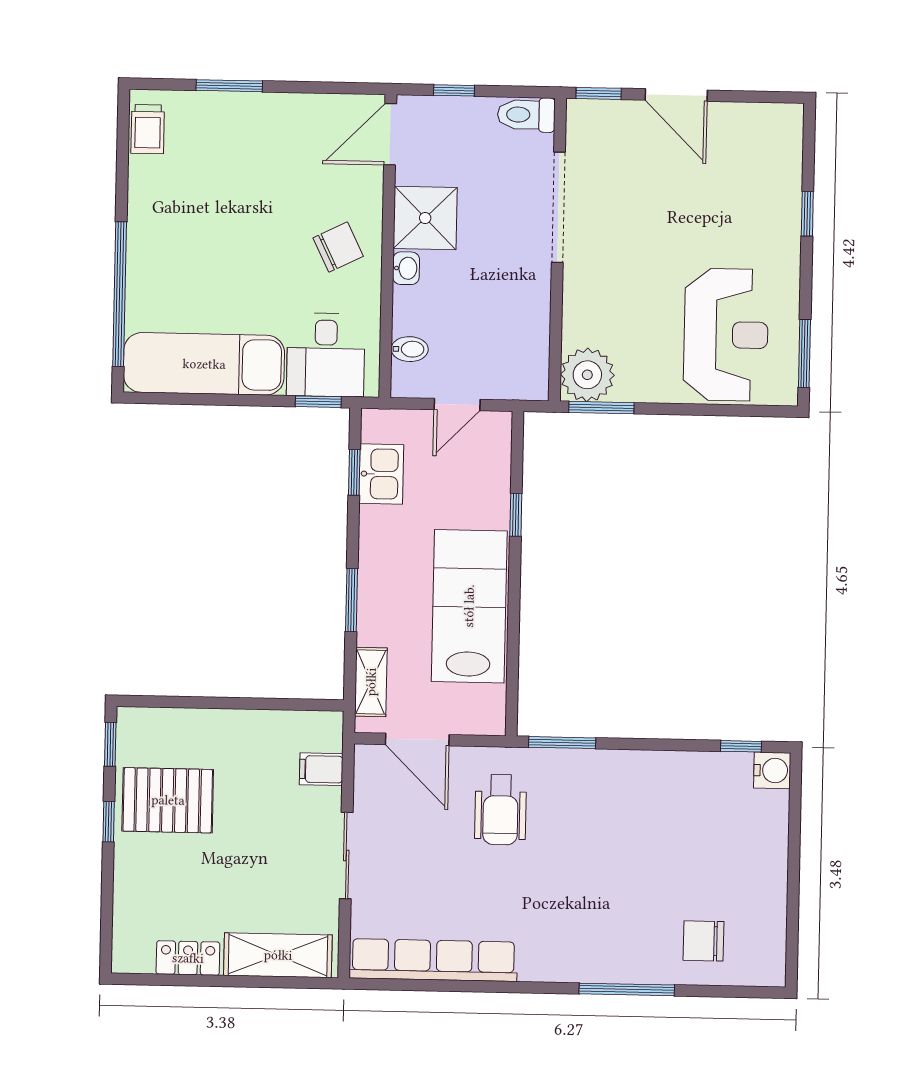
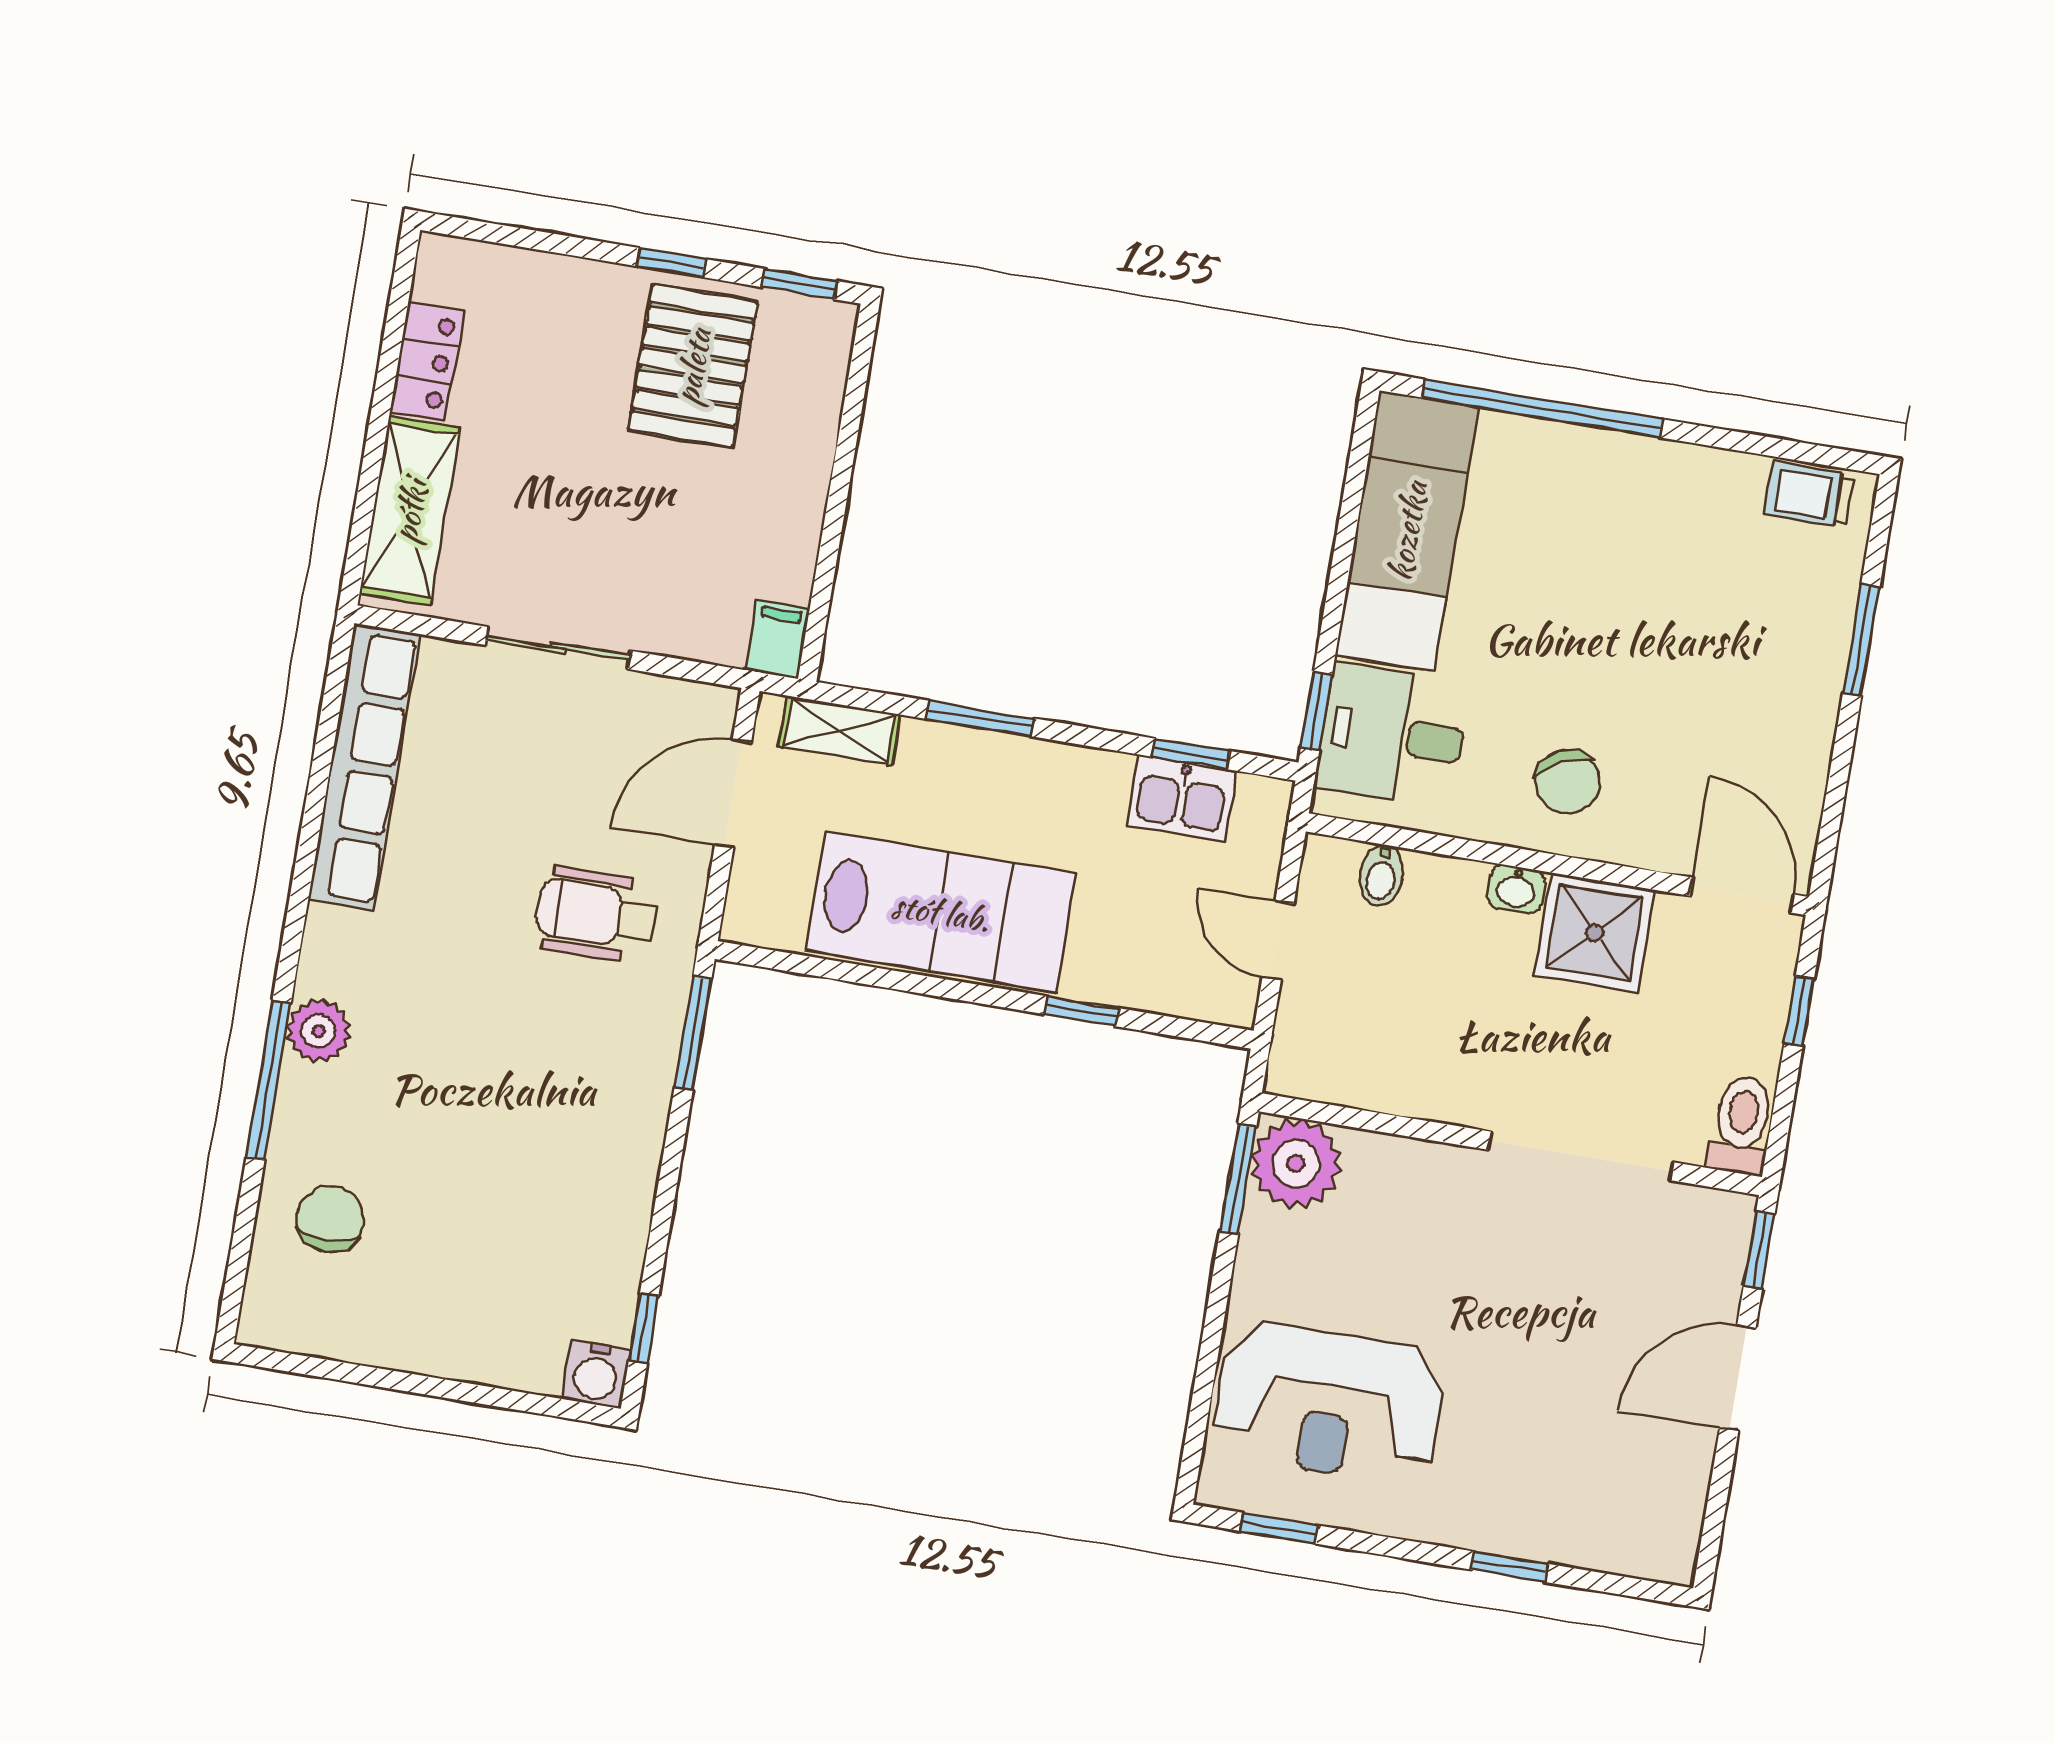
window: (804, 353) -> (1279, 1528), width x0.67
filing cabinet: (321, 769) -> (778, 639), moved
plant: (593, 964) -> (319, 1031), added

